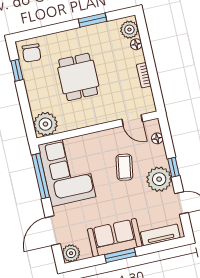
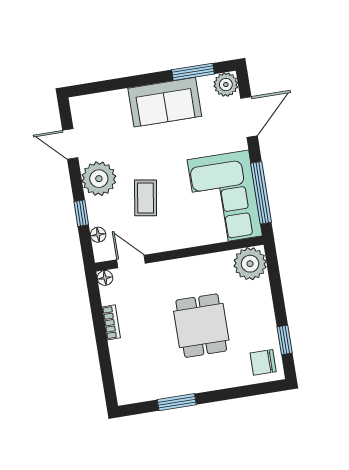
plant: (129, 30) -> (127, 386), removed
floor lamp: (136, 44) -> (105, 278), moved
chair: (32, 53) -> (263, 362), turned -94
window: (174, 167) -> (81, 213), moved
tv unit: (160, 235) -> (102, 102), removed
window: (120, 255) -> (193, 72), moved

